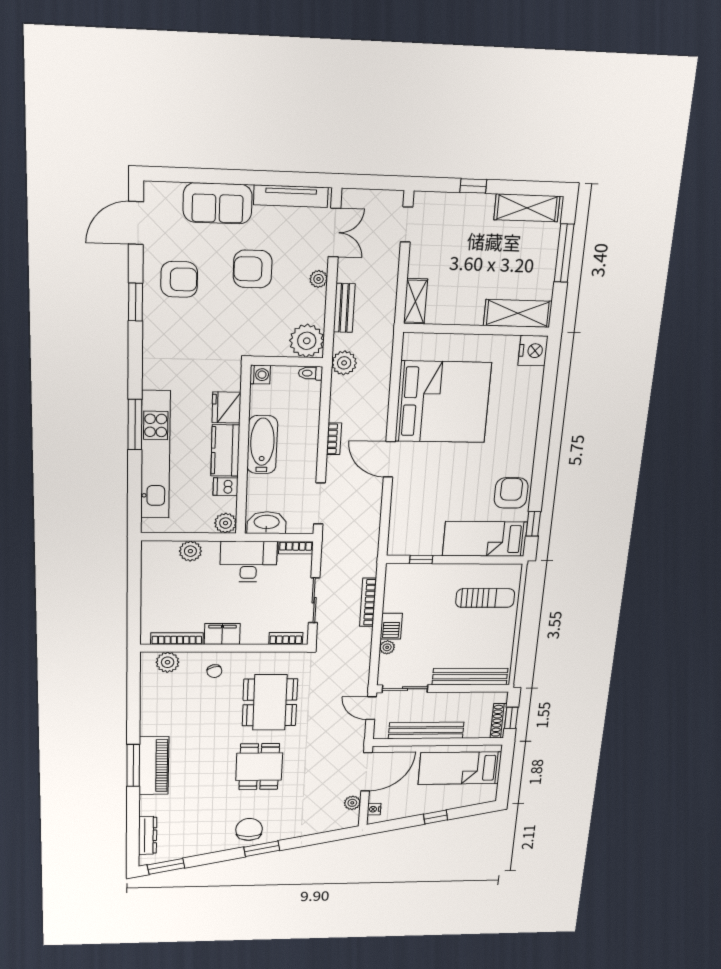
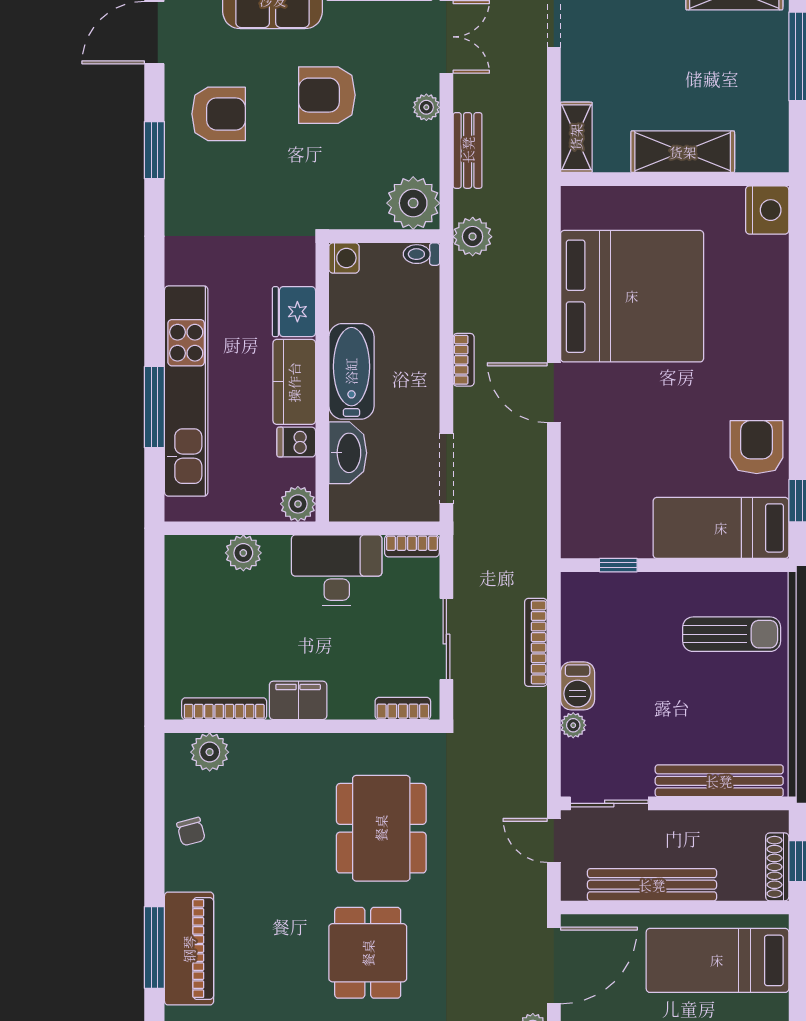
shelving: (518, 313) -> (683, 152), moved
window: (135, 425) -> (154, 407), moved
washbasin: (267, 523) -> (348, 453), moved, turned 90
chair: (214, 671) -> (191, 832), moved

